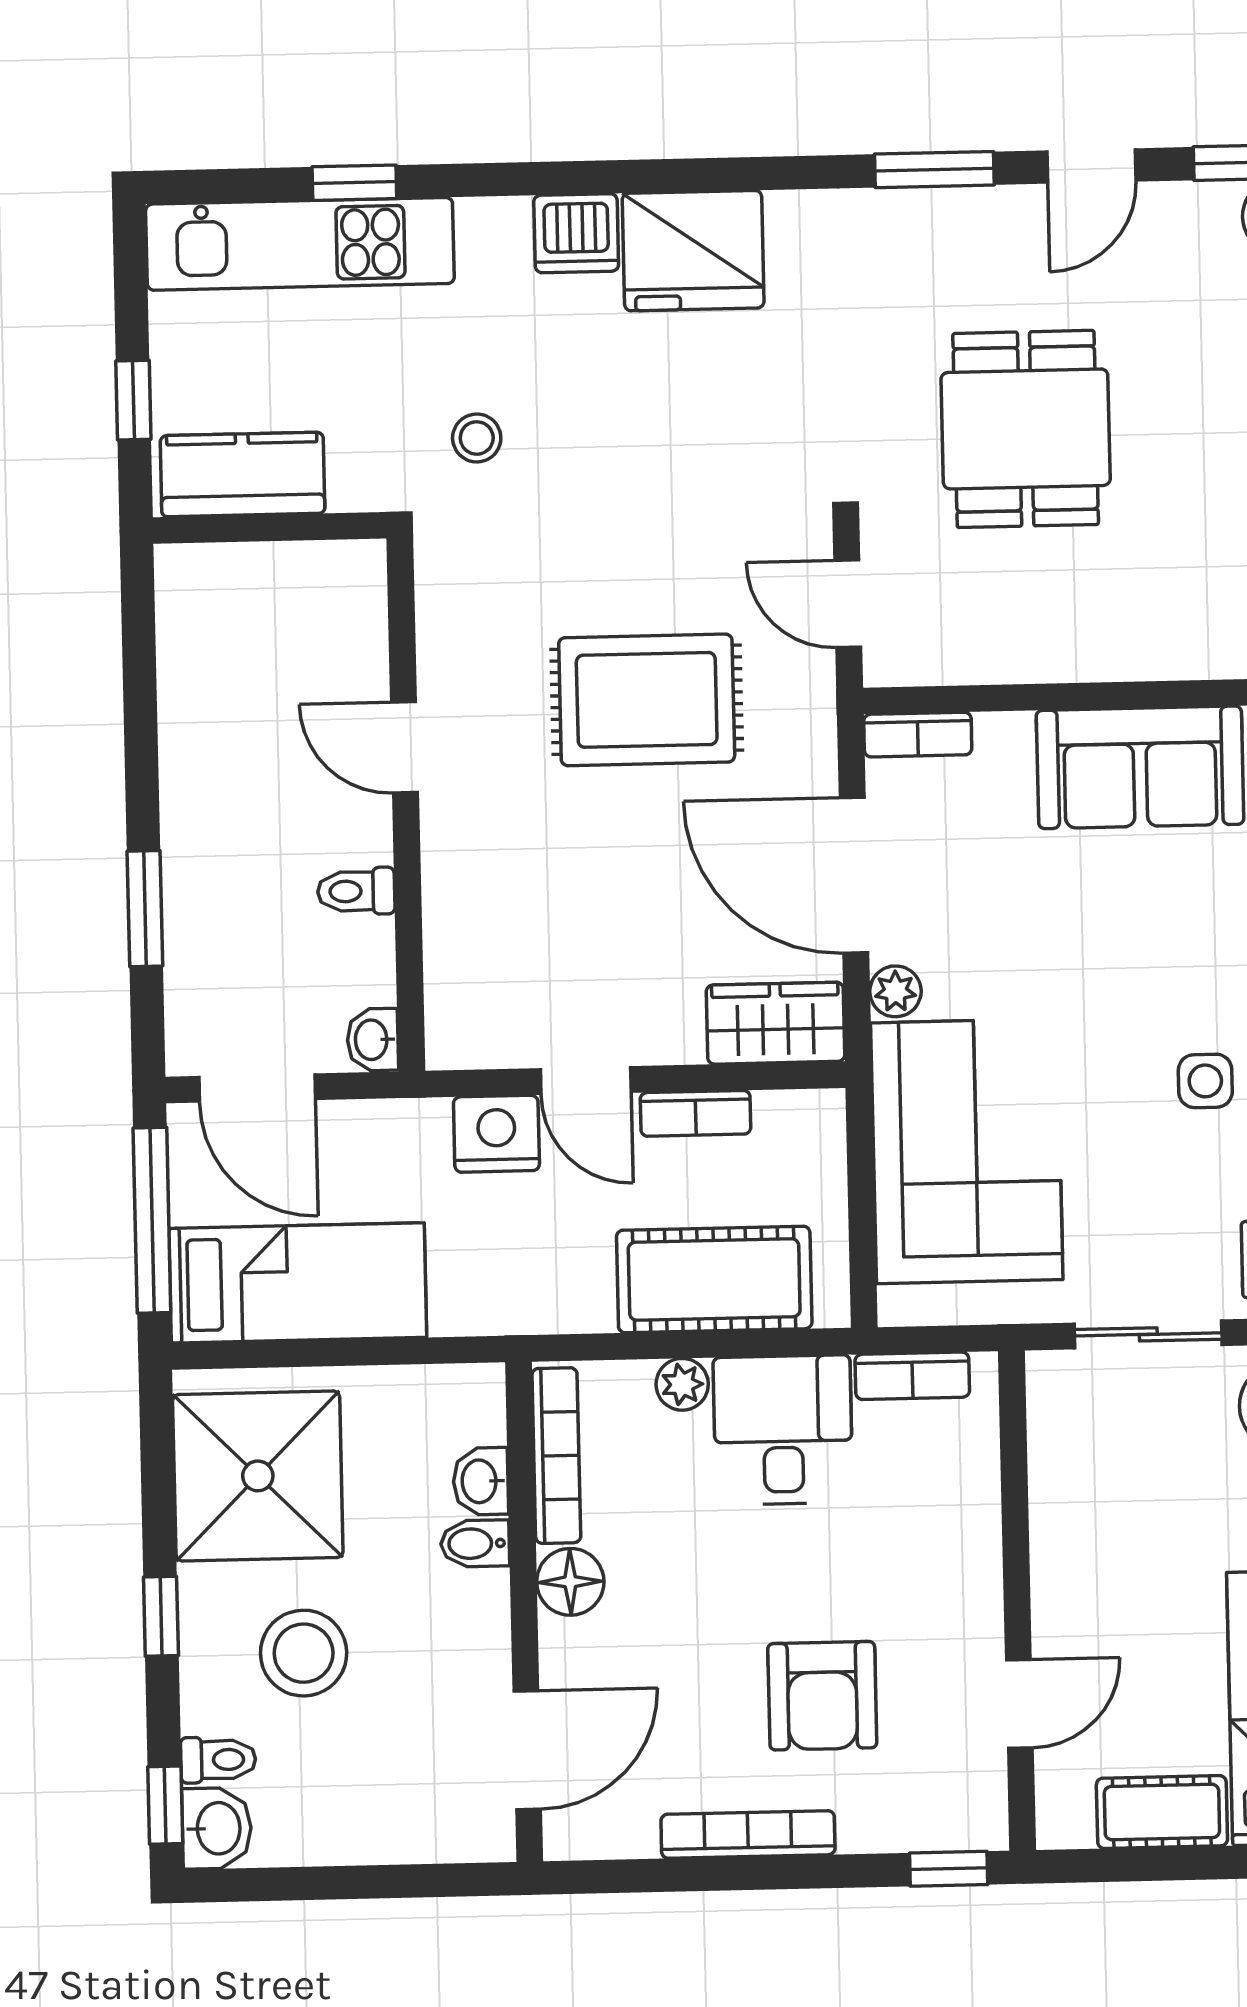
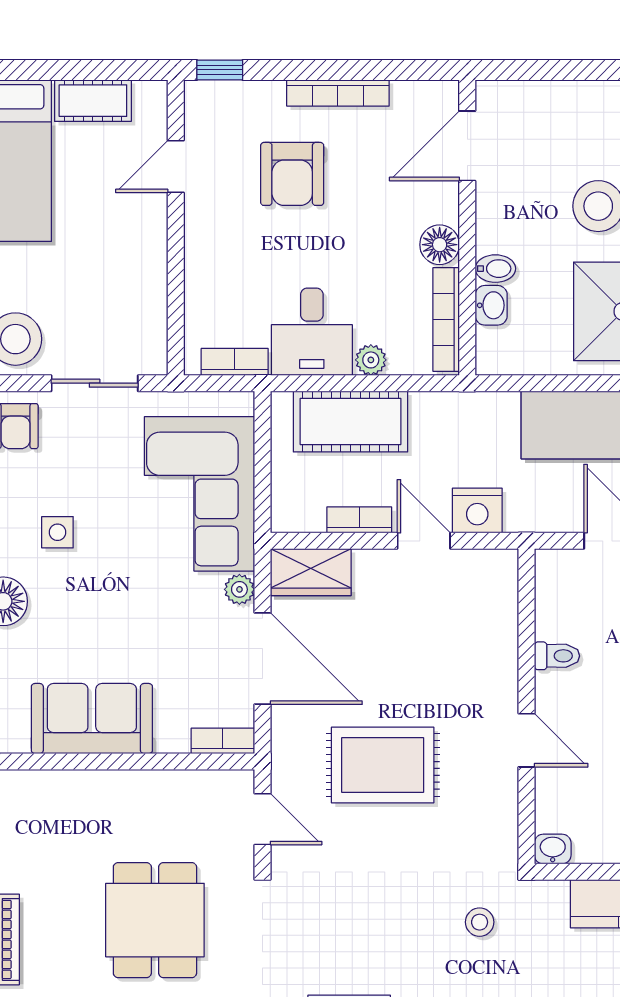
washbasin: (373, 1040) -> (553, 849), moved, turned -90
armchair: (822, 1696) -> (292, 174), turned 180

